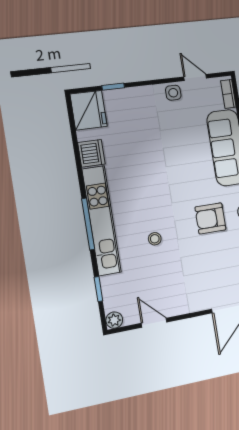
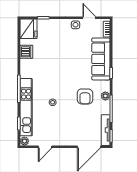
armchair: (210, 218) -> (85, 96), turned -90
kitchen unit: (101, 221) -> (26, 107), moved
door: (154, 323) -> (45, 147), swing flipped

